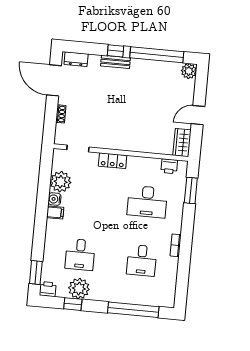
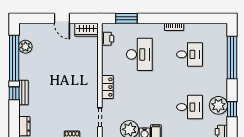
plant: (189, 71) -> (25, 47), moved

